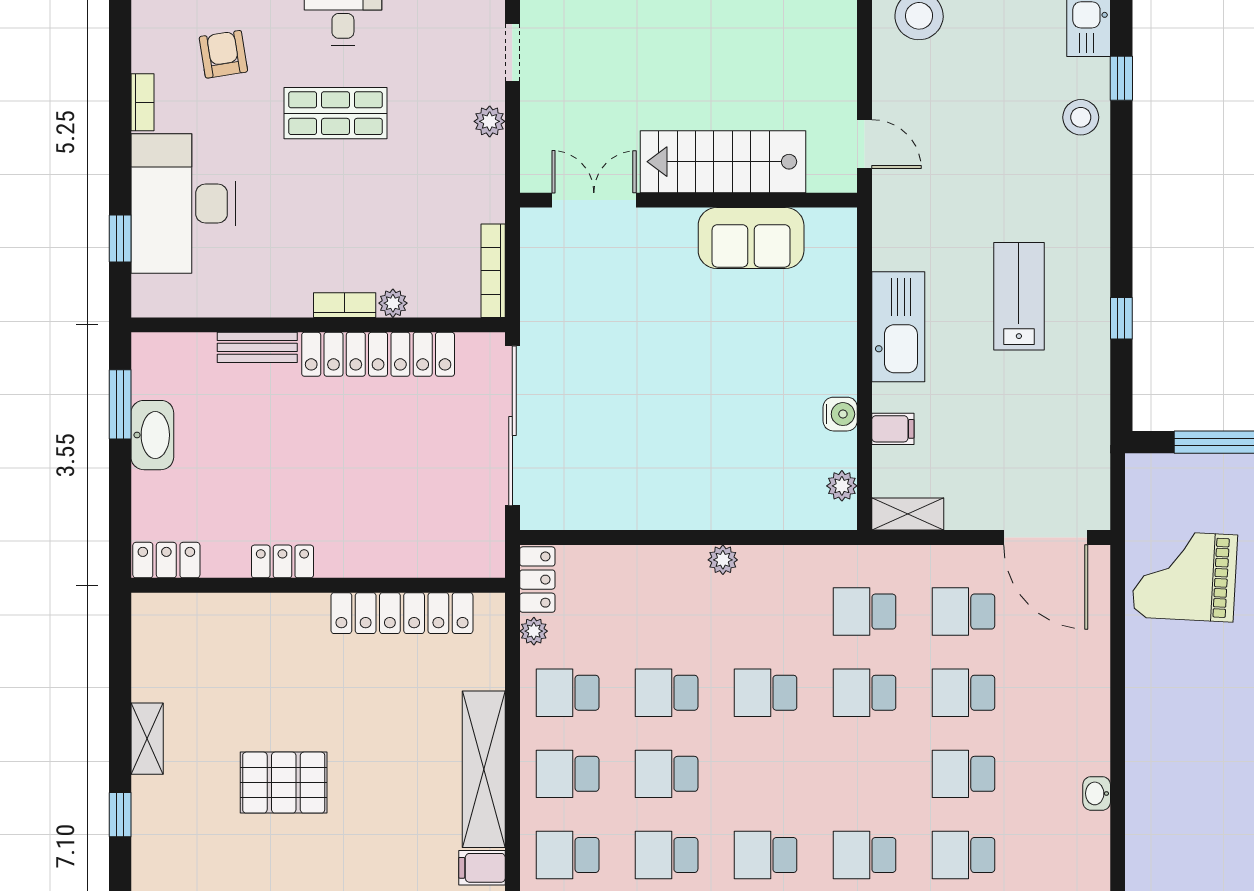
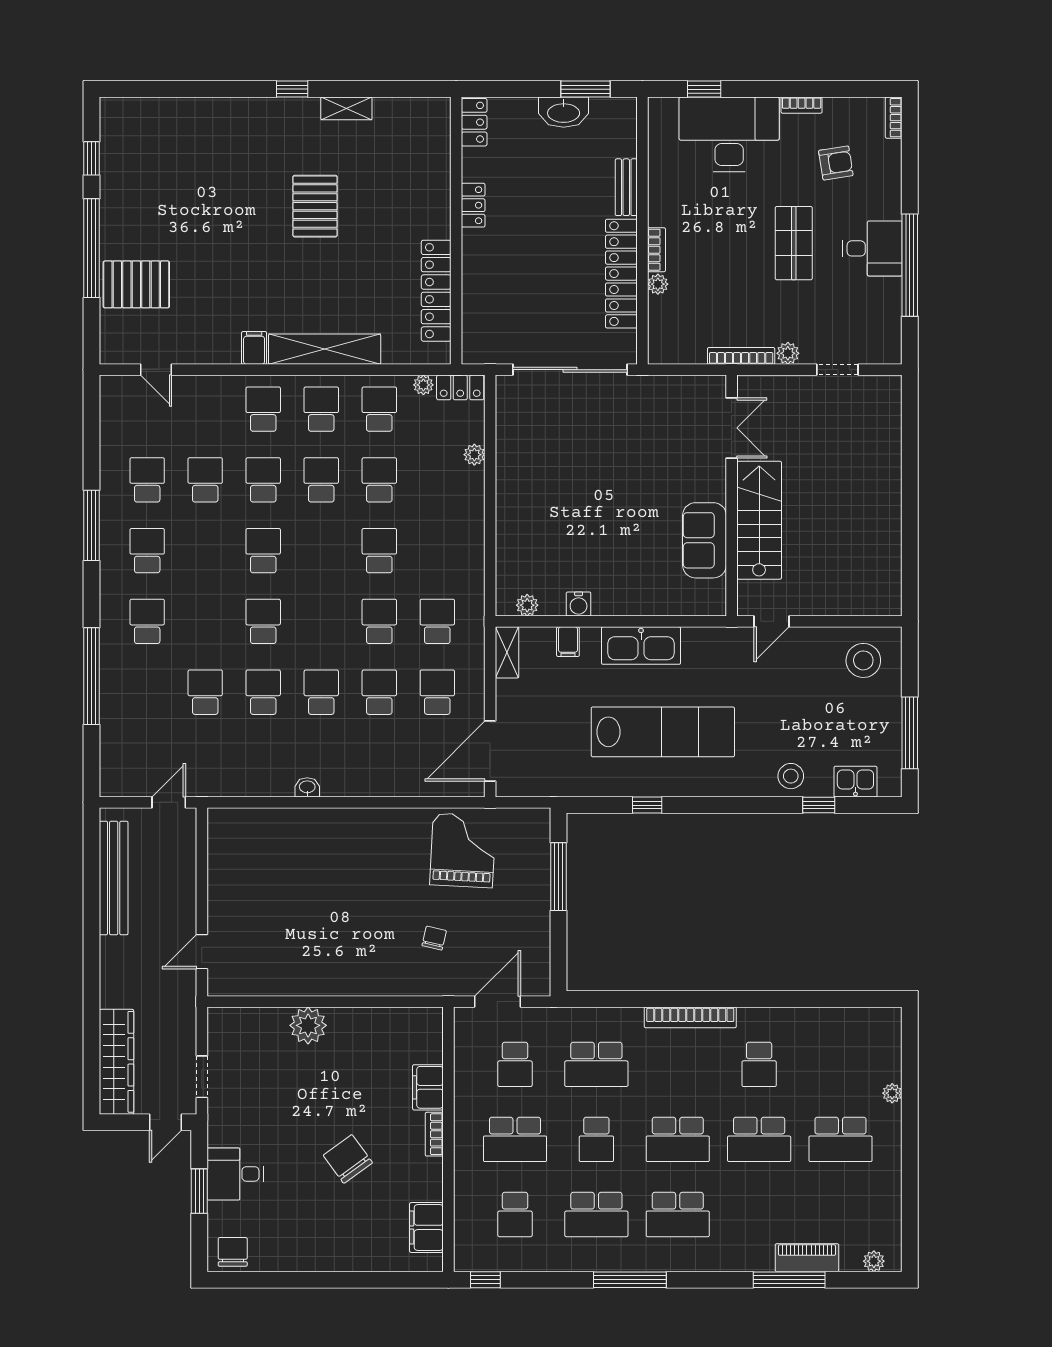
bookcase: (493, 271) -> (741, 356), moved
lab bench: (1019, 296) -> (663, 732), width x1.86, depth x1.39
plant: (723, 560) -> (474, 455), moved

